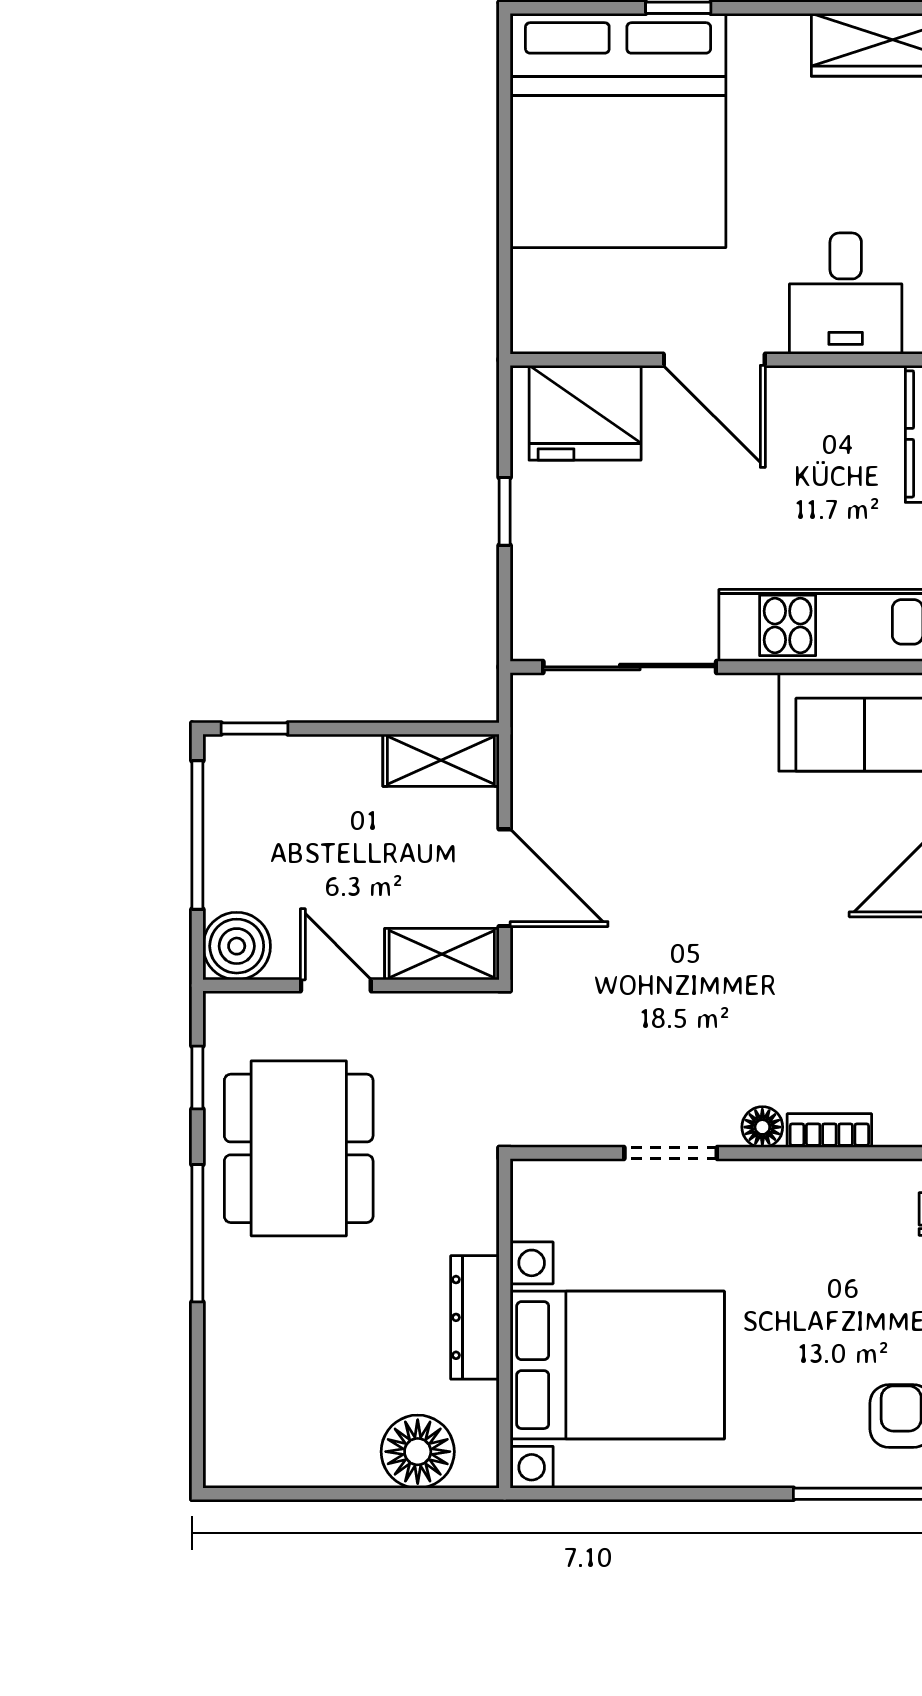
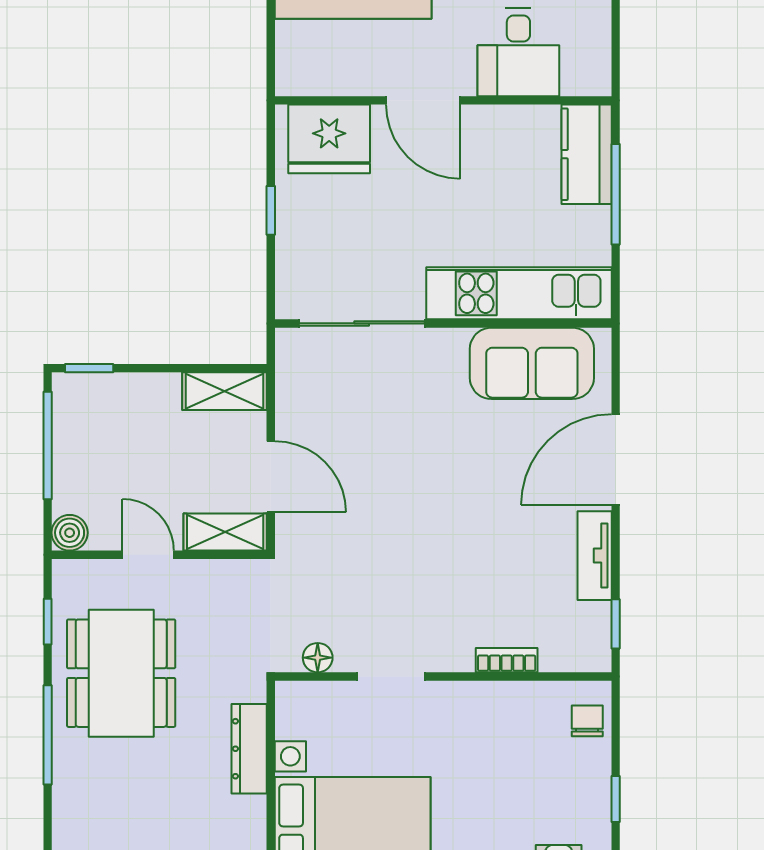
boiler: (237, 946) -> (70, 533), width x0.73, depth x0.73
floor lamp: (762, 1127) -> (318, 658), moved
dresser: (475, 1317) -> (249, 749), moved

